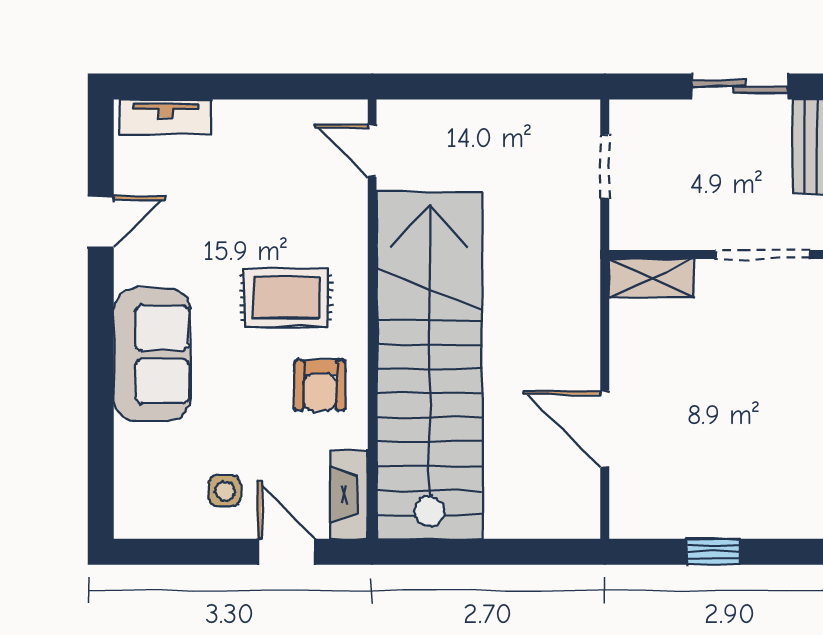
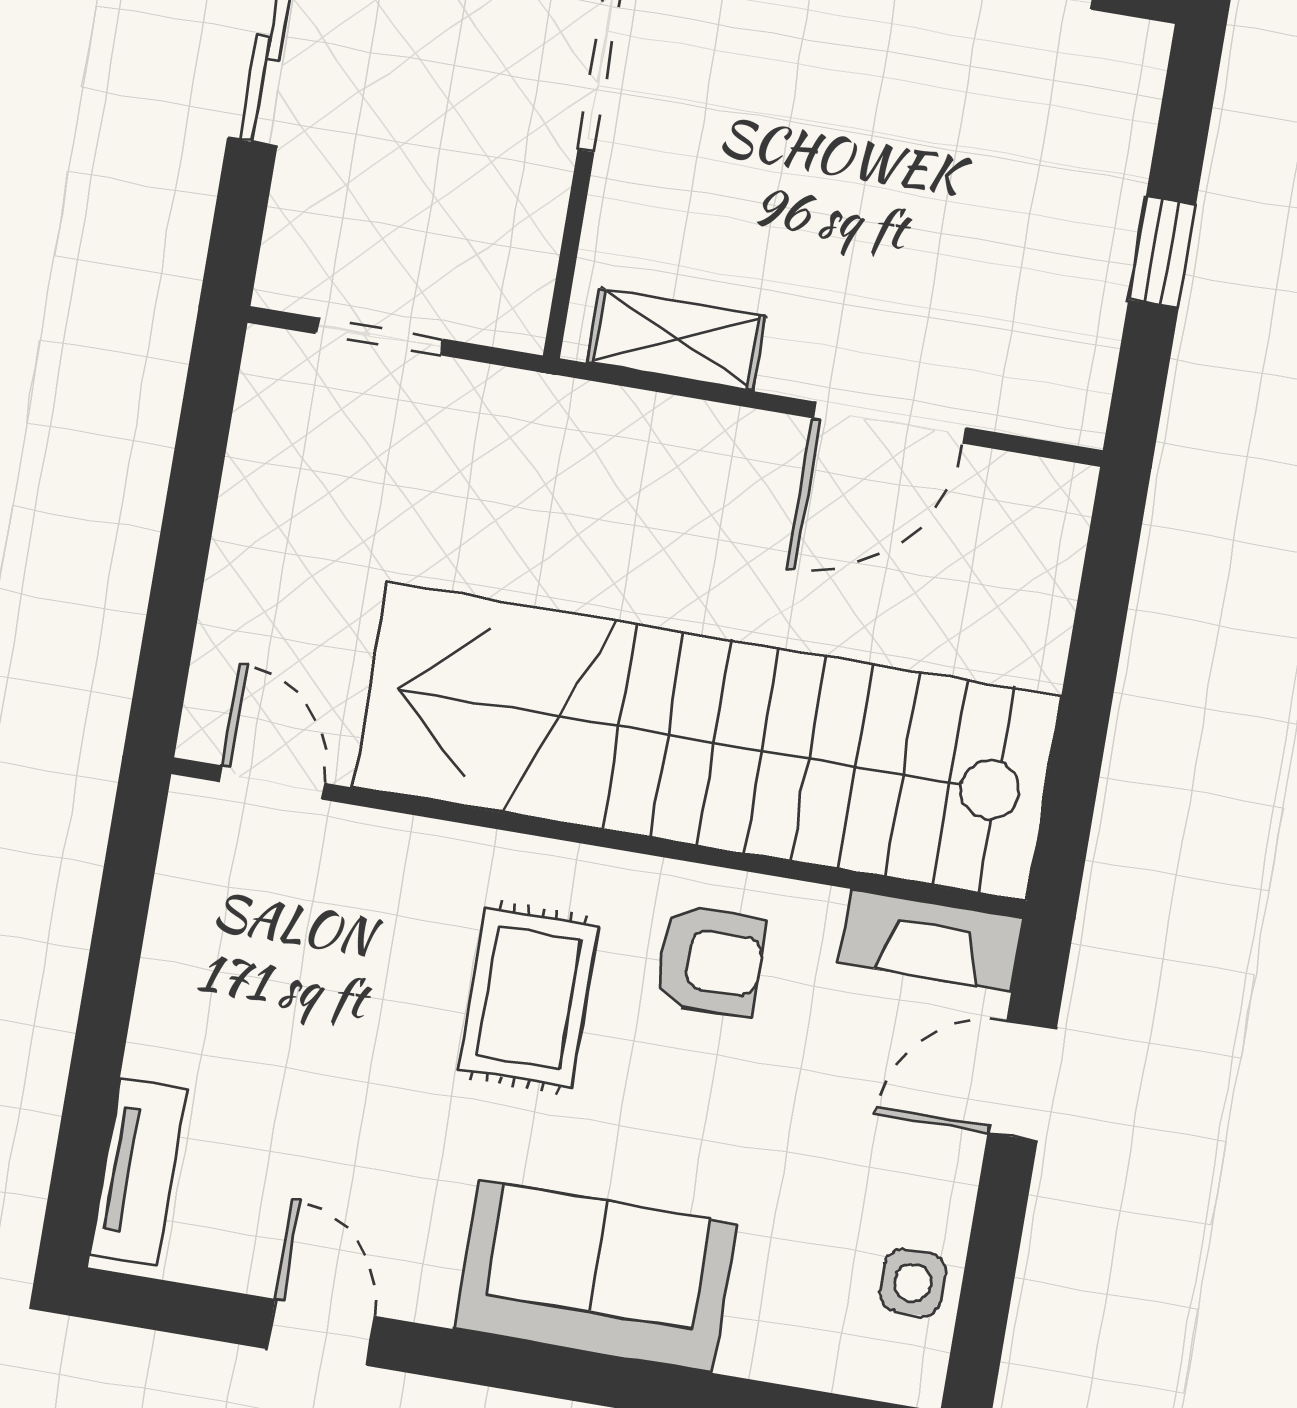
door: (372, 151) -> (272, 783), swing flipped
shelving: (652, 278) -> (676, 340), moved, turned 90
side table: (225, 491) -> (913, 1283), moved

